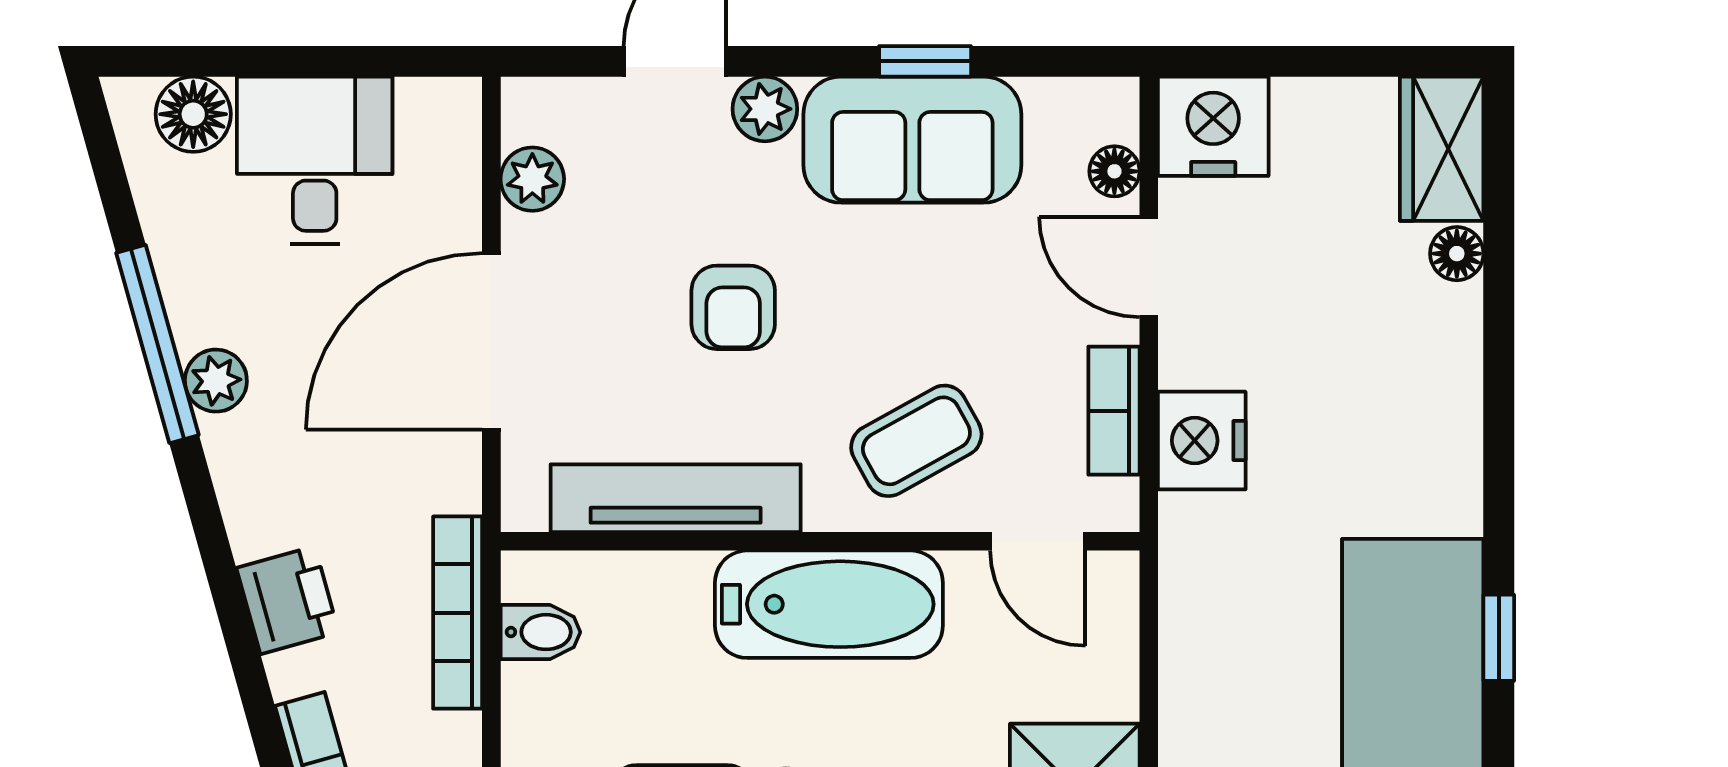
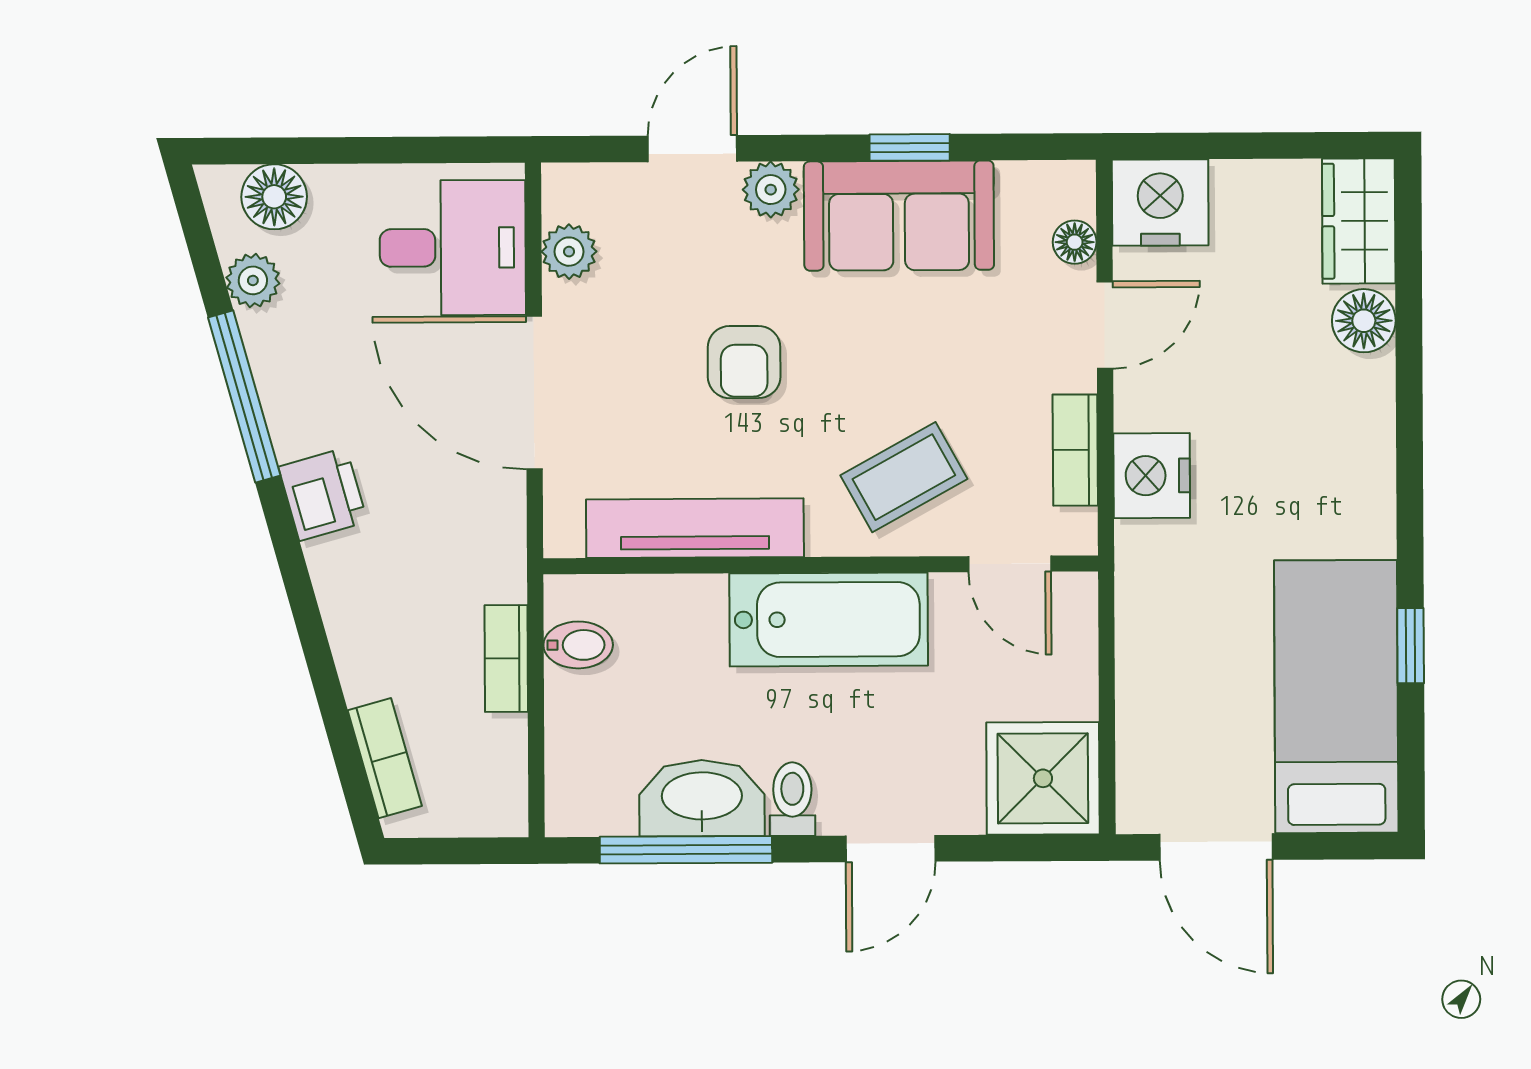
desk: (315, 160) -> (453, 248), moved, turned 90
floor lamp: (1457, 254) -> (1364, 321), width x1.37, depth x1.37
door: (1149, 267) -> (1105, 325), swing flipped
door: (491, 341) -> (534, 393), hinge flipped
plant: (216, 381) -> (253, 280), moved
printer: (288, 600) -> (323, 494), moved
bookcase: (458, 613) -> (506, 658), width x0.64

